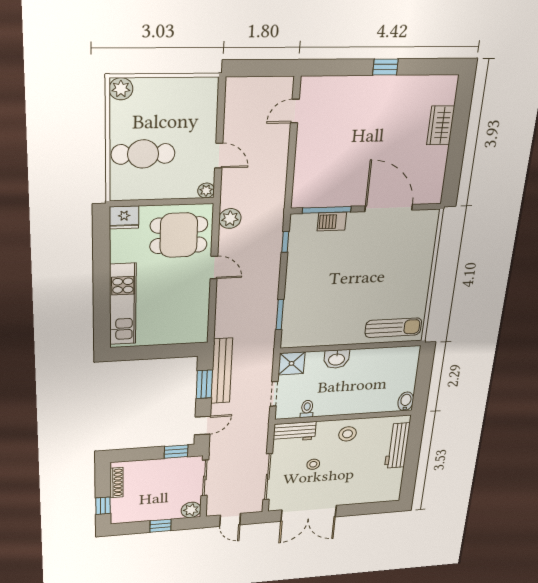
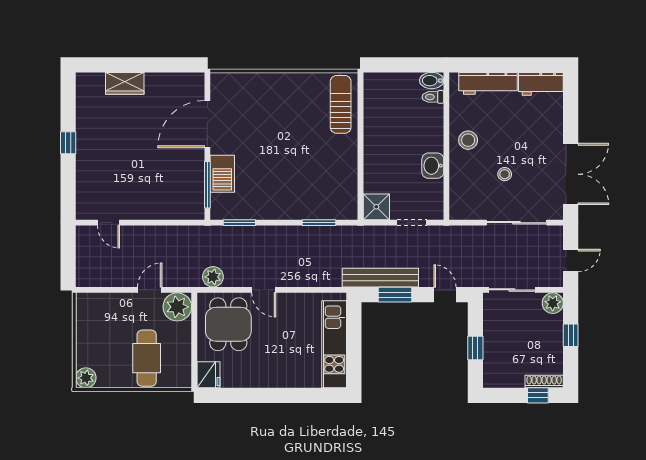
plant: (206, 191) -> (177, 307), width x1.87, depth x1.87
barbecue: (332, 222) -> (222, 174), width x1.38, depth x1.27
window: (285, 242) -> (239, 223), width x1.50
door: (214, 267) -> (264, 290), swing flipped
kitchen unit: (123, 304) -> (334, 344), moved, turned -90
washbasin: (337, 359) -> (433, 166), moved, turned 180
toilet: (307, 409) -> (433, 97), moved
workbench: (295, 432) -> (541, 84), moved, turned 90
window: (176, 452) -> (475, 348), moved
shoe rack: (117, 483) -> (544, 381), moved

